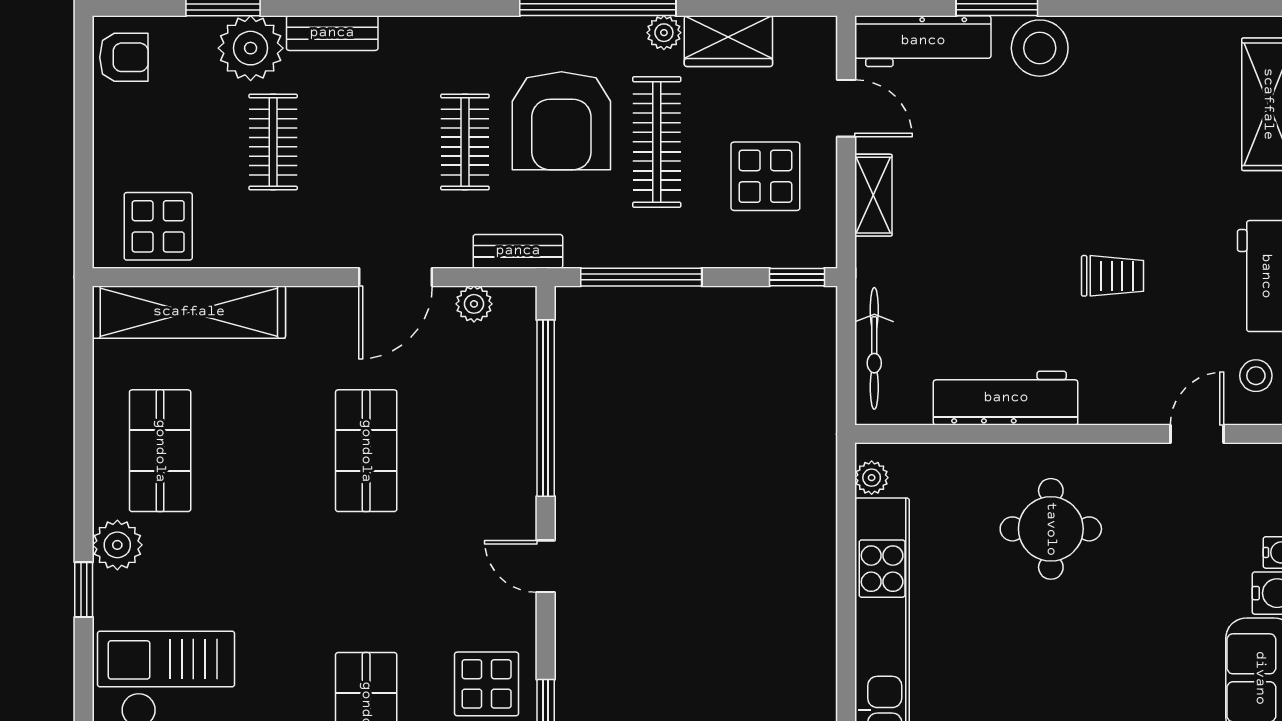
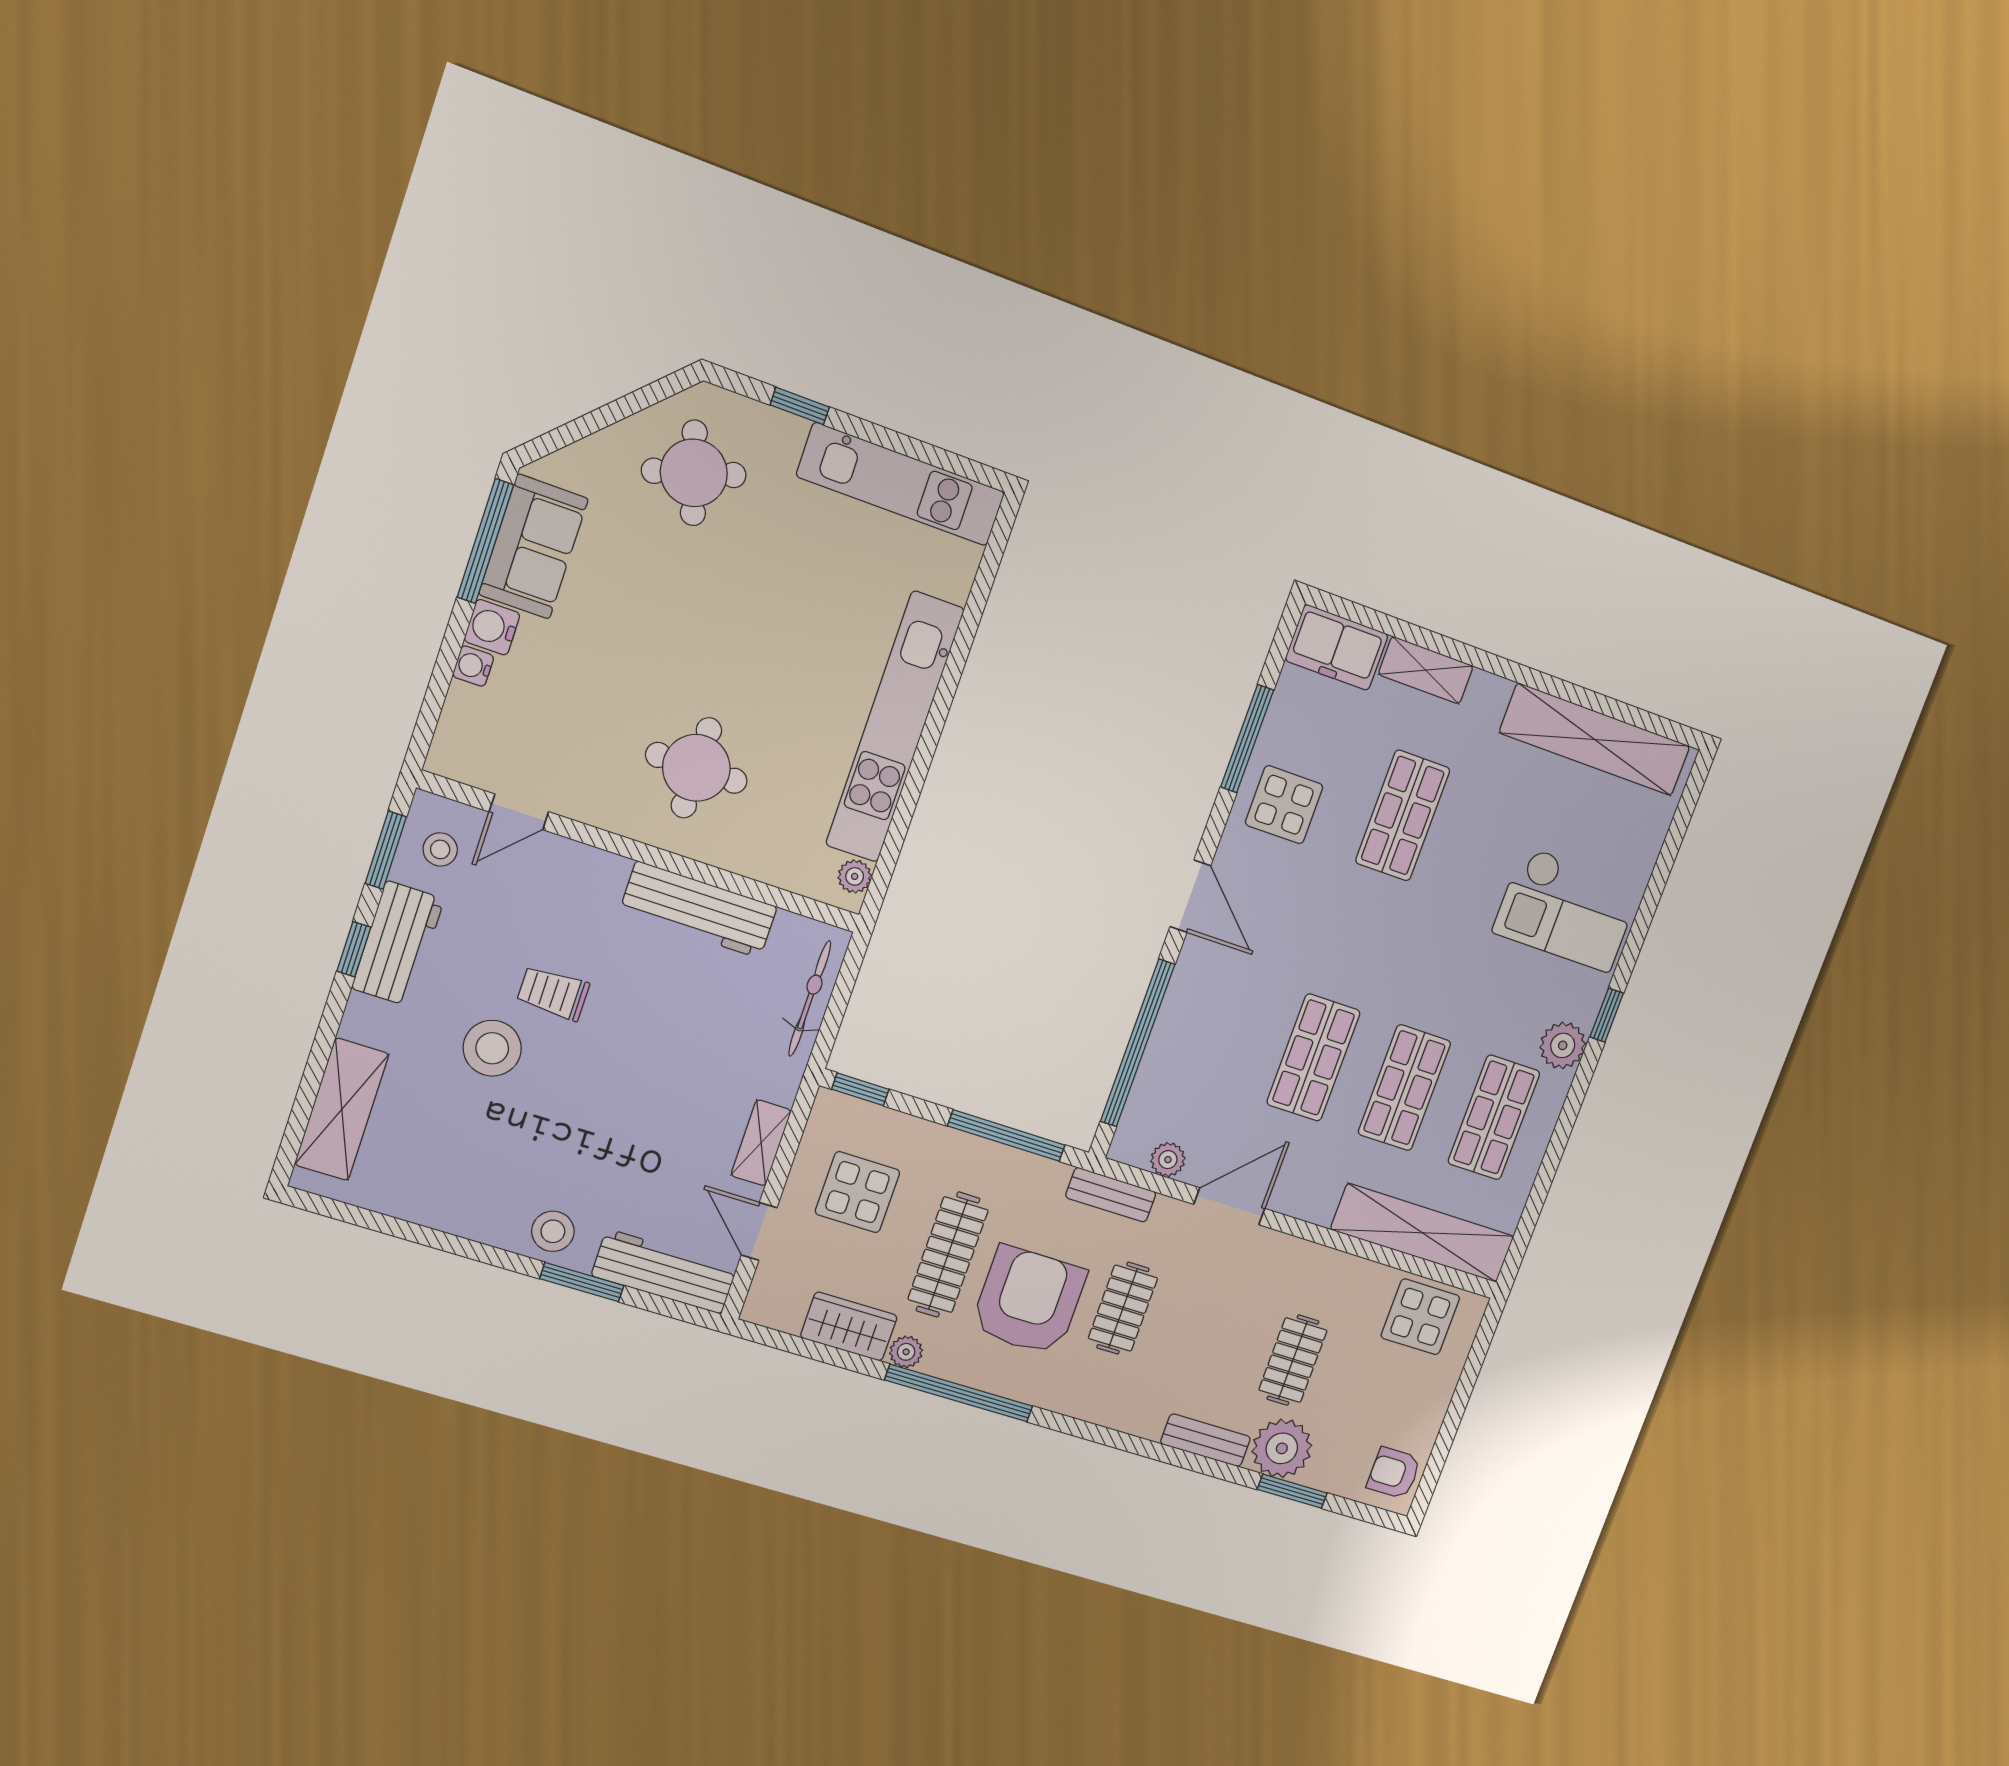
stool: (1040, 48) -> (553, 1231), width x0.73, depth x0.73
stool: (1151, 206) -> (492, 1048), added
shop shelf: (263, 451) -> (1404, 1088), added
door: (546, 566) -> (1190, 896), width x1.38

